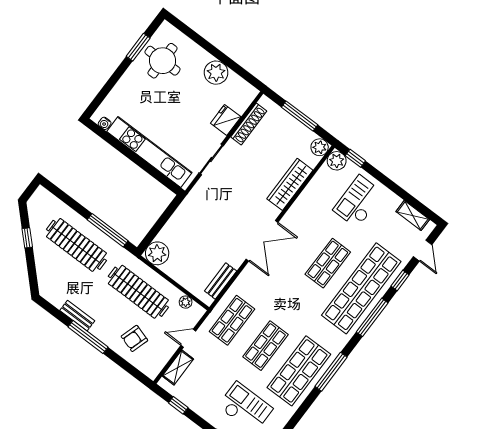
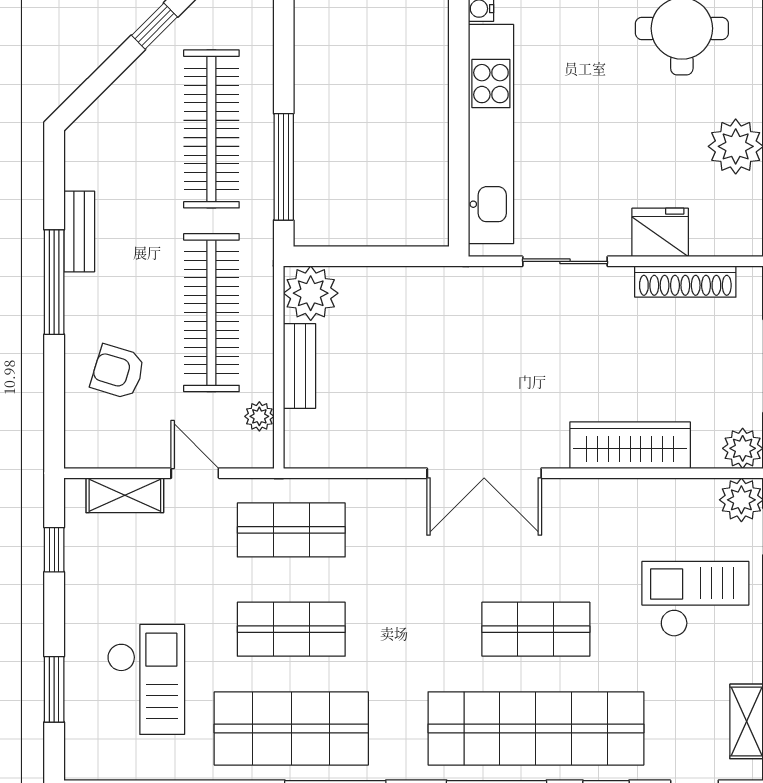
bench: (221, 281) -> (300, 366), moved, turned 90

